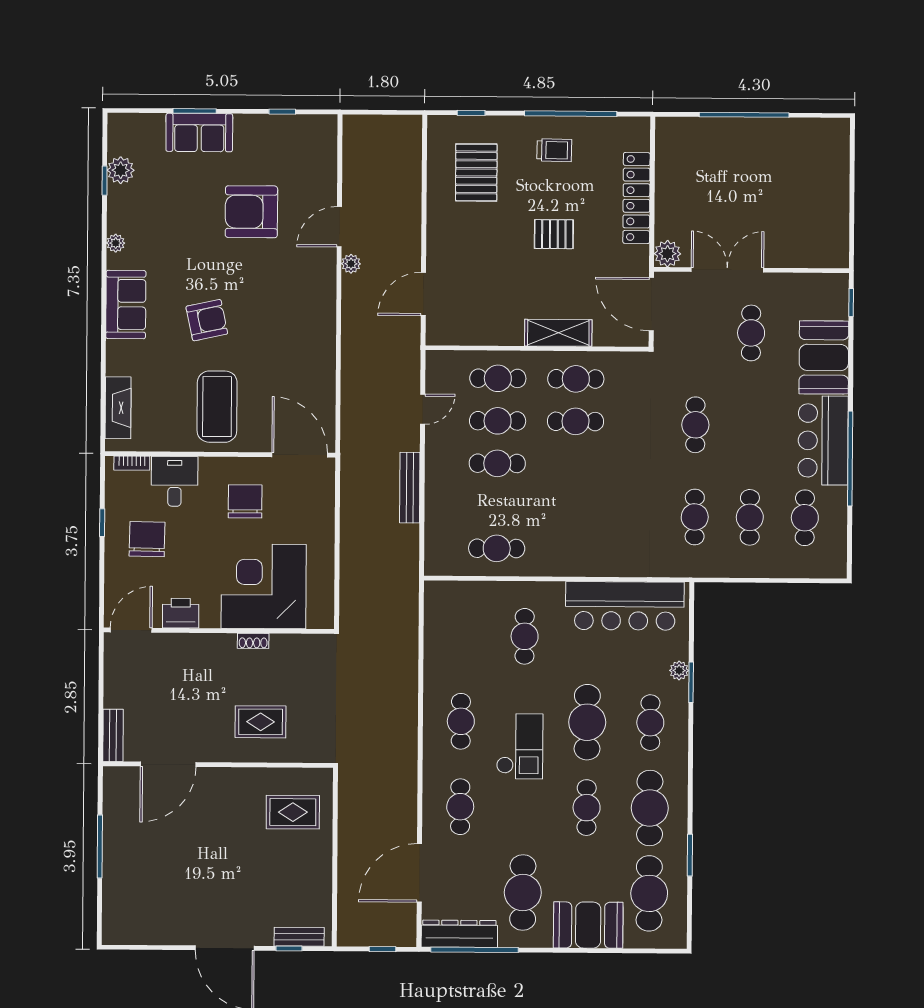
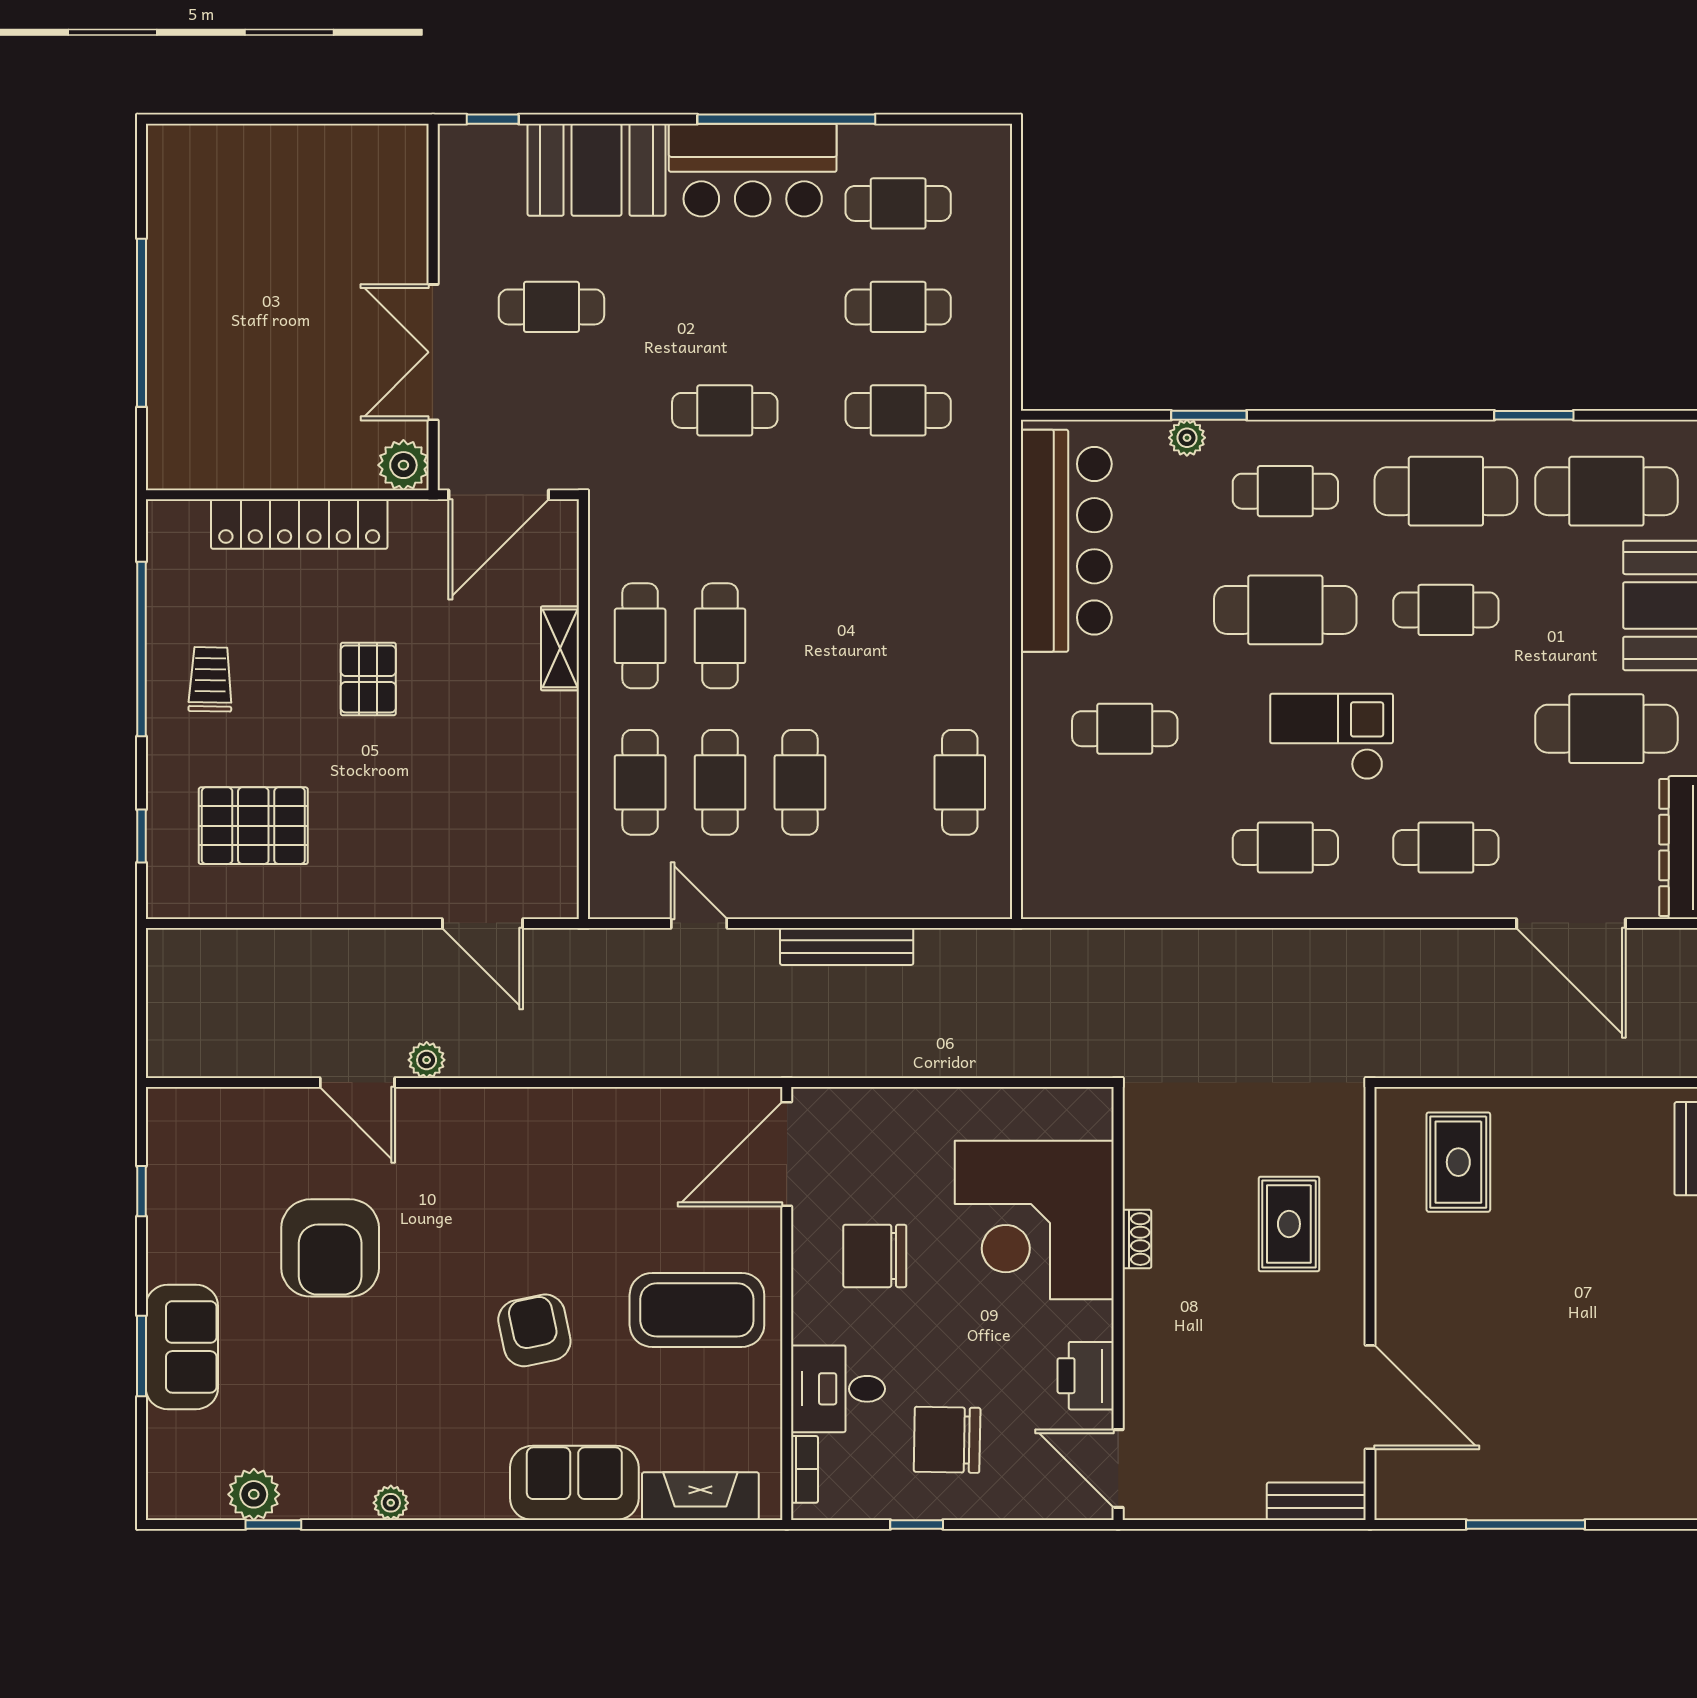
sofa: (126, 305) -> (574, 1483), moved
shelving: (558, 333) -> (560, 648), width x0.67, depth x0.75

